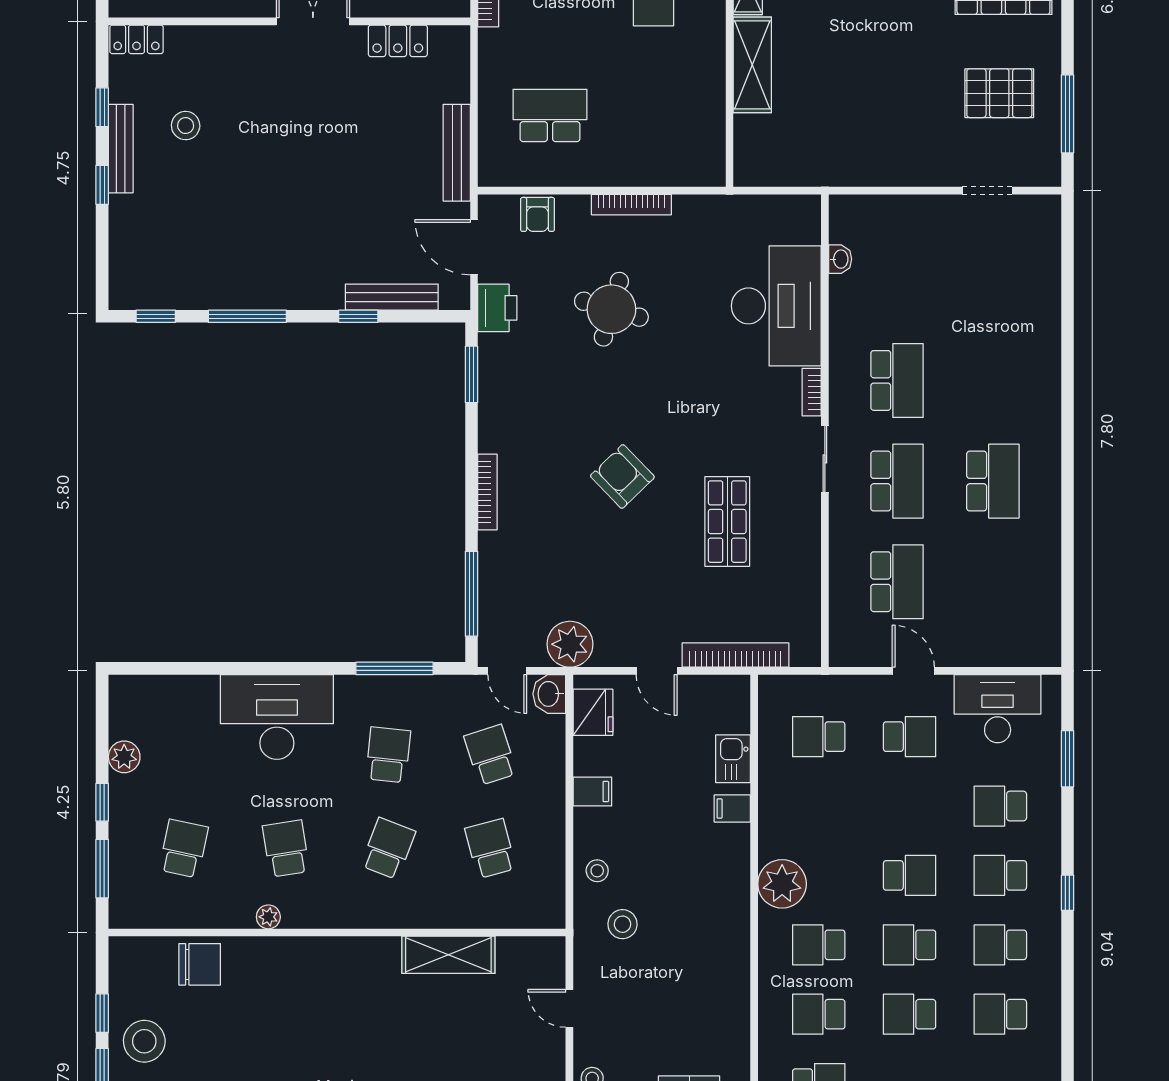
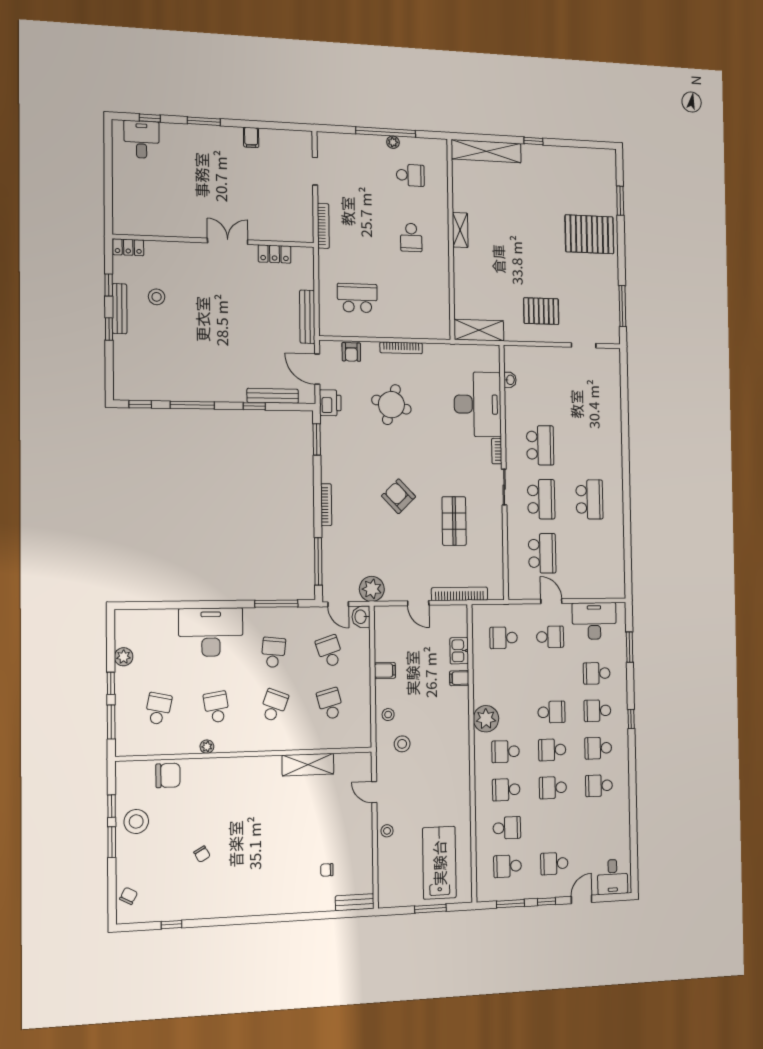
shelving: (752, 65) -> (479, 330), moved, turned 90
pallet: (999, 93) -> (541, 311), moved
fridge: (593, 712) -> (385, 627), removed

